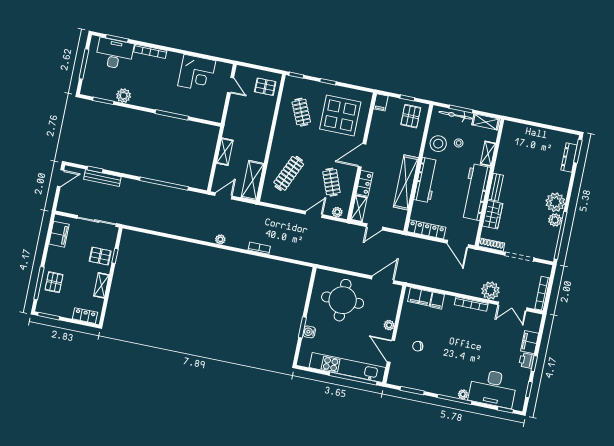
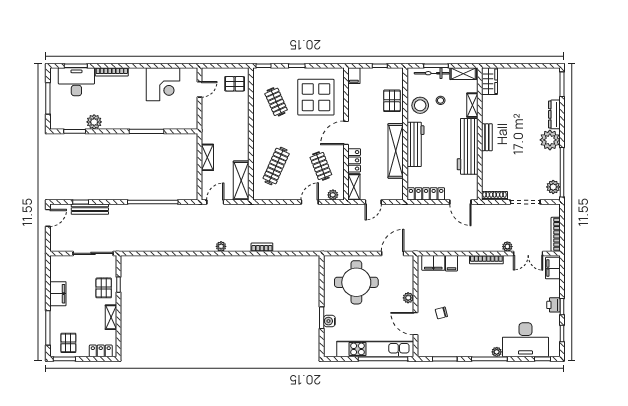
door: (231, 85) -> (199, 89), hinge flipped
pallet: (411, 116) -> (392, 101), moved
dresser: (569, 157) -> (554, 114), moved
wardrobe: (493, 215) -> (489, 81), moved
plant: (555, 220) -> (553, 187), moved
filing cabinet: (59, 234) -> (58, 294), moved
pallet: (100, 256) -> (104, 288), turned 90
pallet: (54, 282) -> (68, 343), moved
plant: (490, 291) -> (507, 247), width x0.53, depth x0.53
filing cabinet: (530, 342) -> (553, 268), moved

